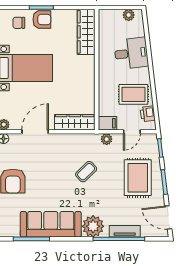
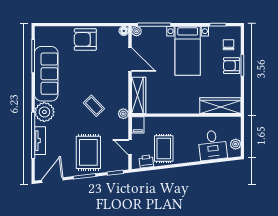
armchair: (42, 19) -> (232, 66), turned 90
desk: (131, 53) -> (213, 145), moved
plant: (107, 139) -> (123, 114), moved
rug: (138, 178) -> (88, 152), turned 90

